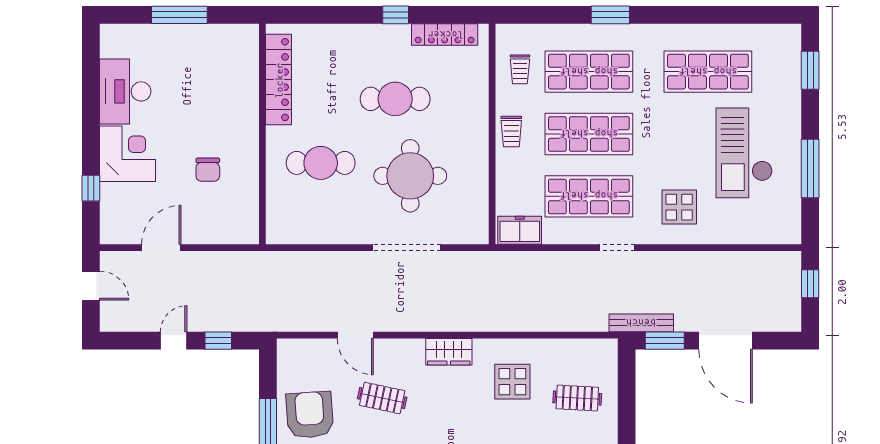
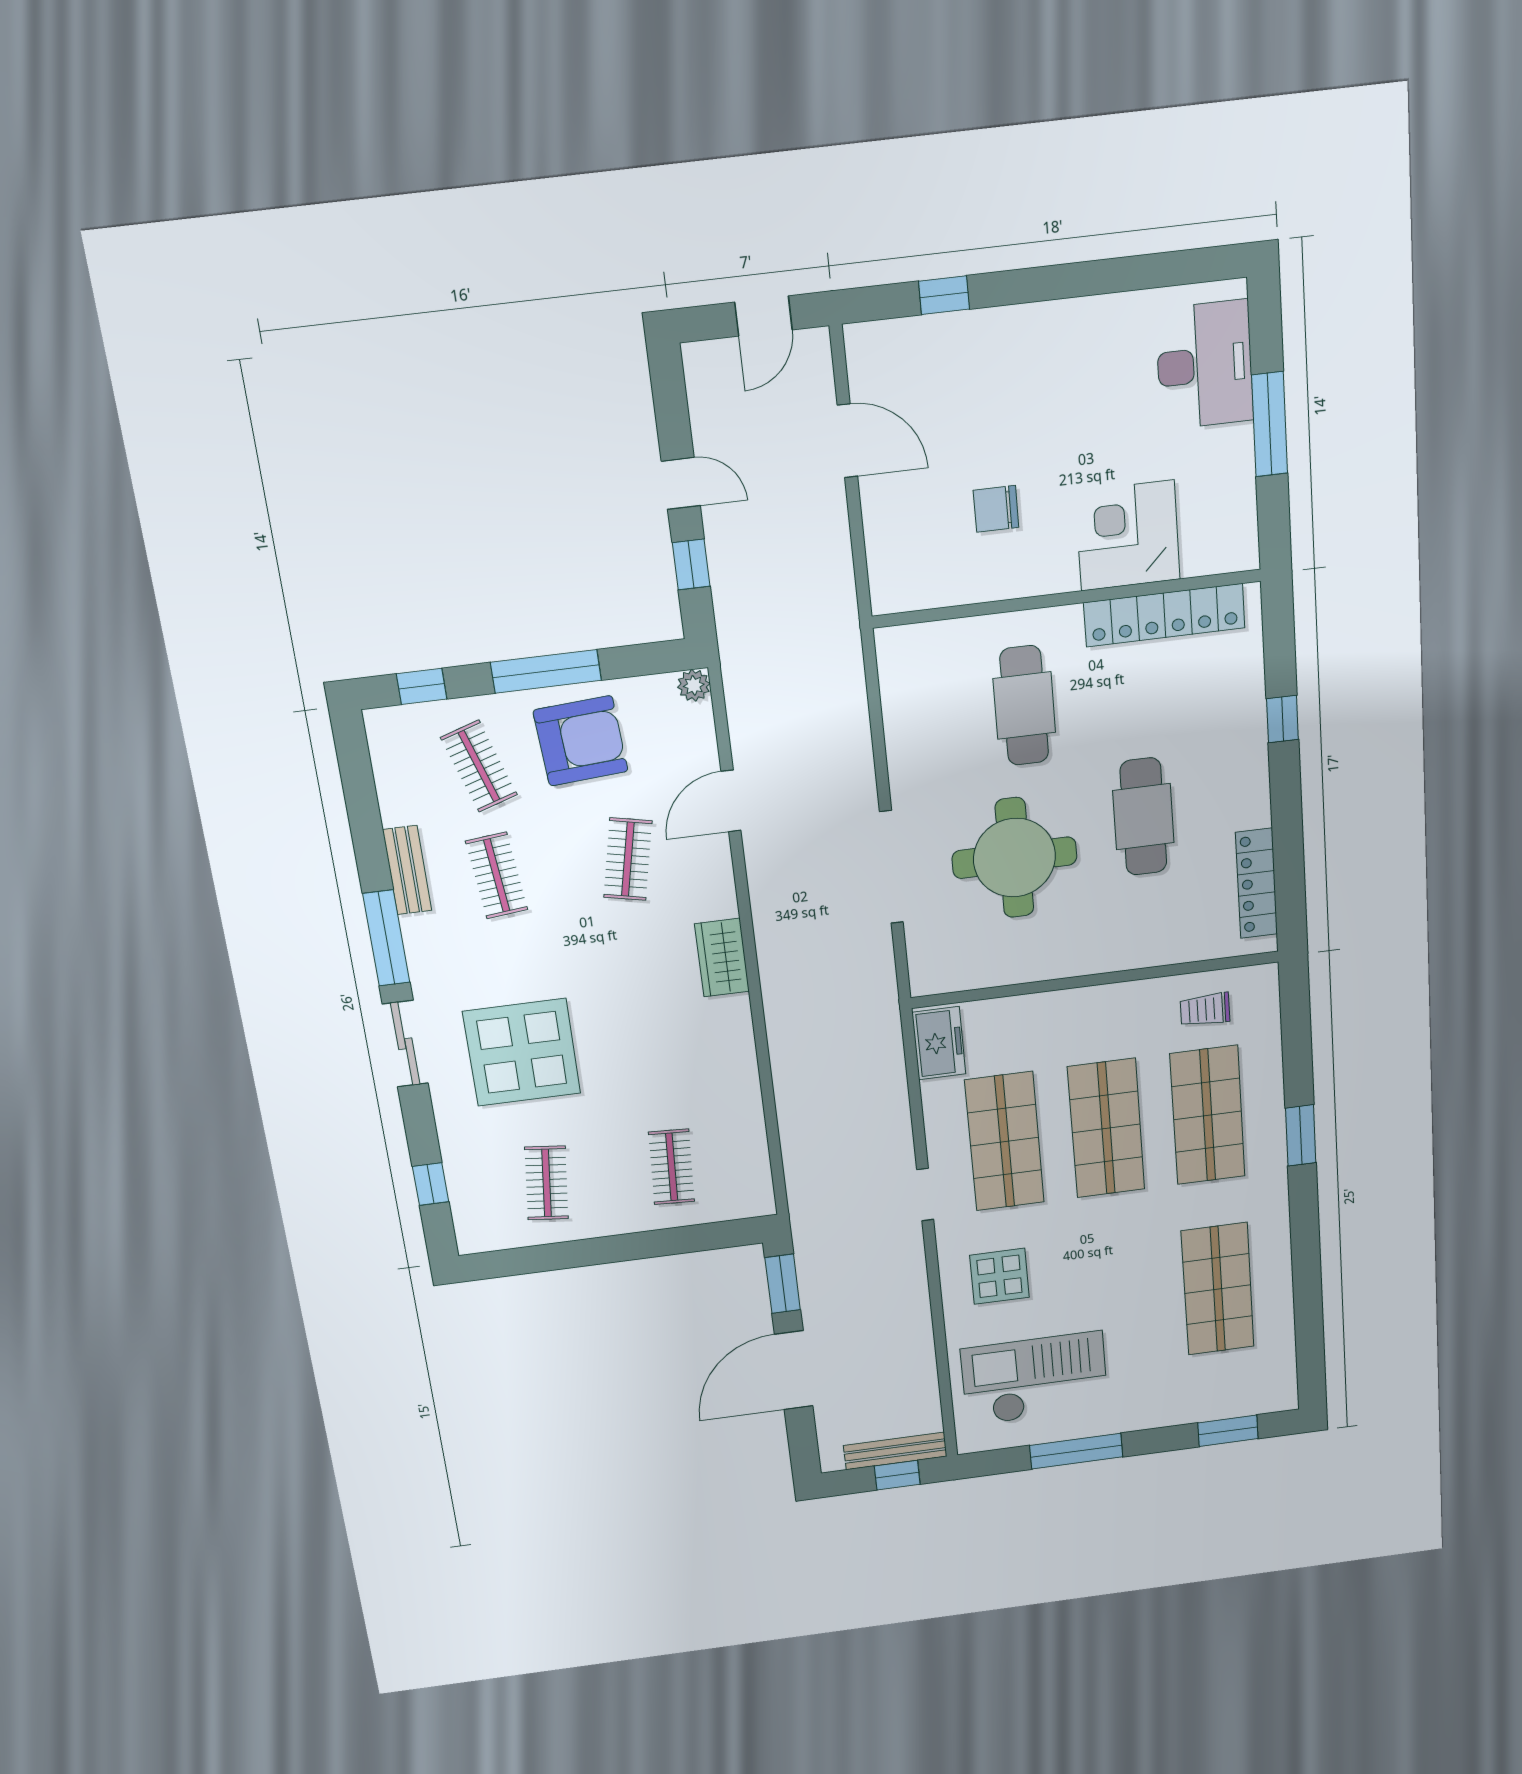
window: (396, 15) -> (1282, 719), moved
desk: (125, 91) -> (1205, 365), moved, turned 90
trolley: (511, 131) -> (1102, 1009), removed
checkout: (744, 153) -> (1035, 1379), moved
corner desk: (127, 154) -> (1128, 536), moved, turned 180
bench: (641, 323) -> (895, 1451), moved, turned 90
plant: (286, 348) -> (694, 685), added
display table: (512, 382) -> (685, 1064), removed

